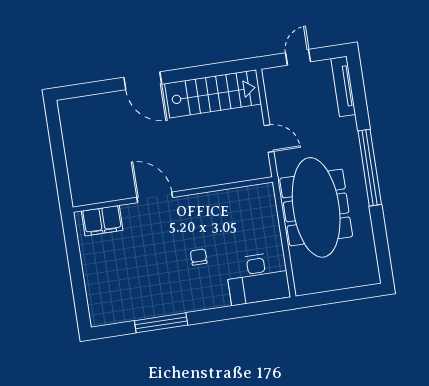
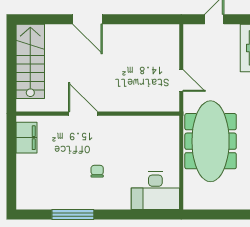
stairs: (213, 94) -> (30, 61), moved, turned -90
filing cabinet: (102, 221) -> (27, 138), moved, turned -90
chair: (199, 257) -> (97, 171), moved

